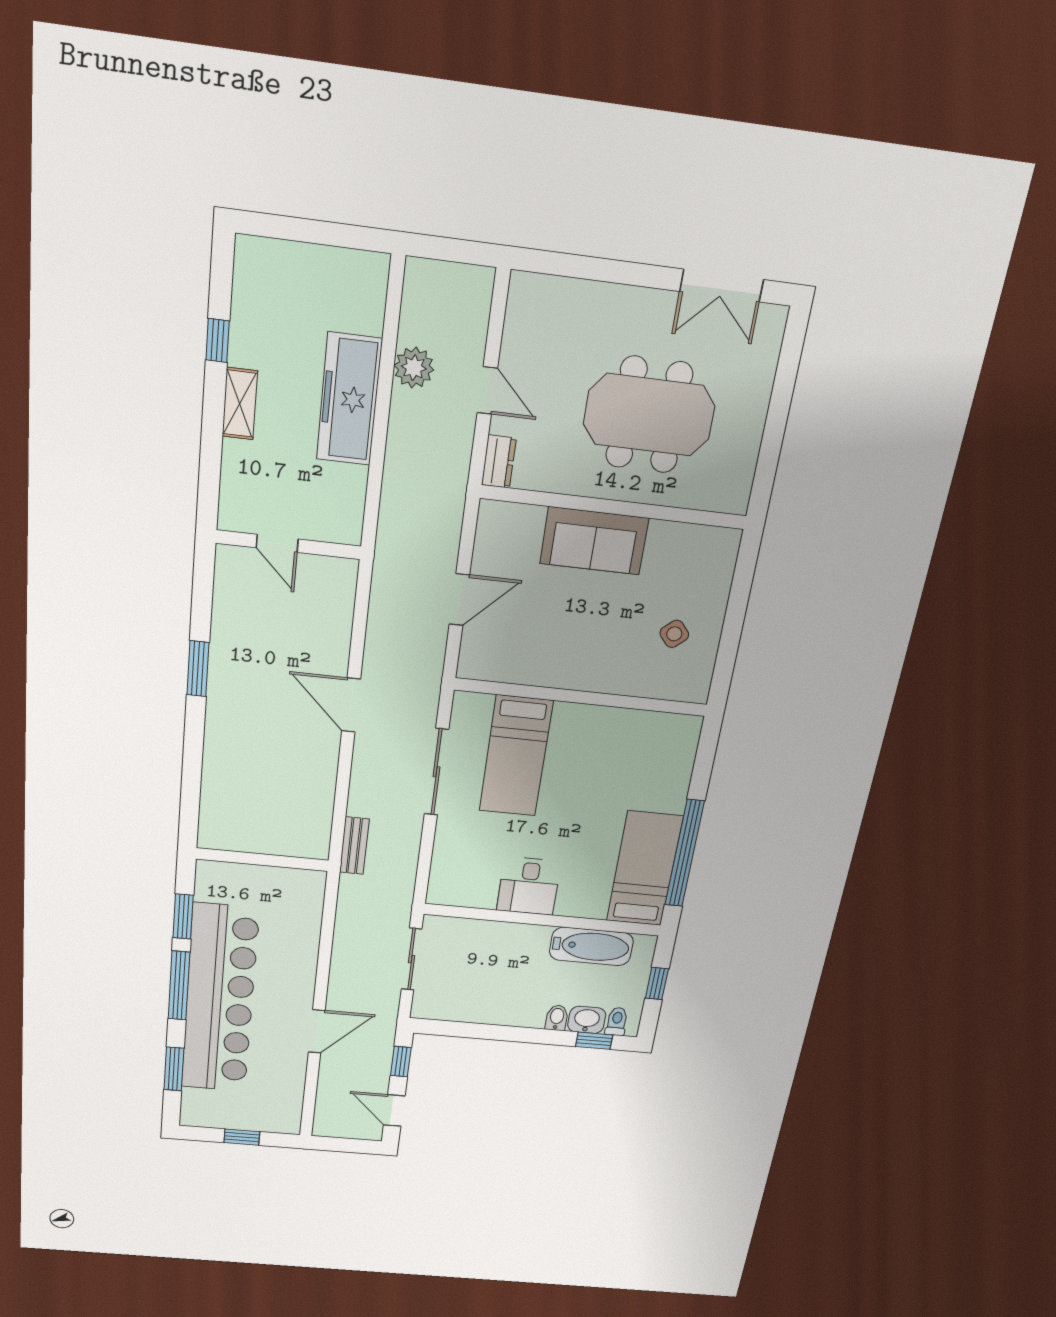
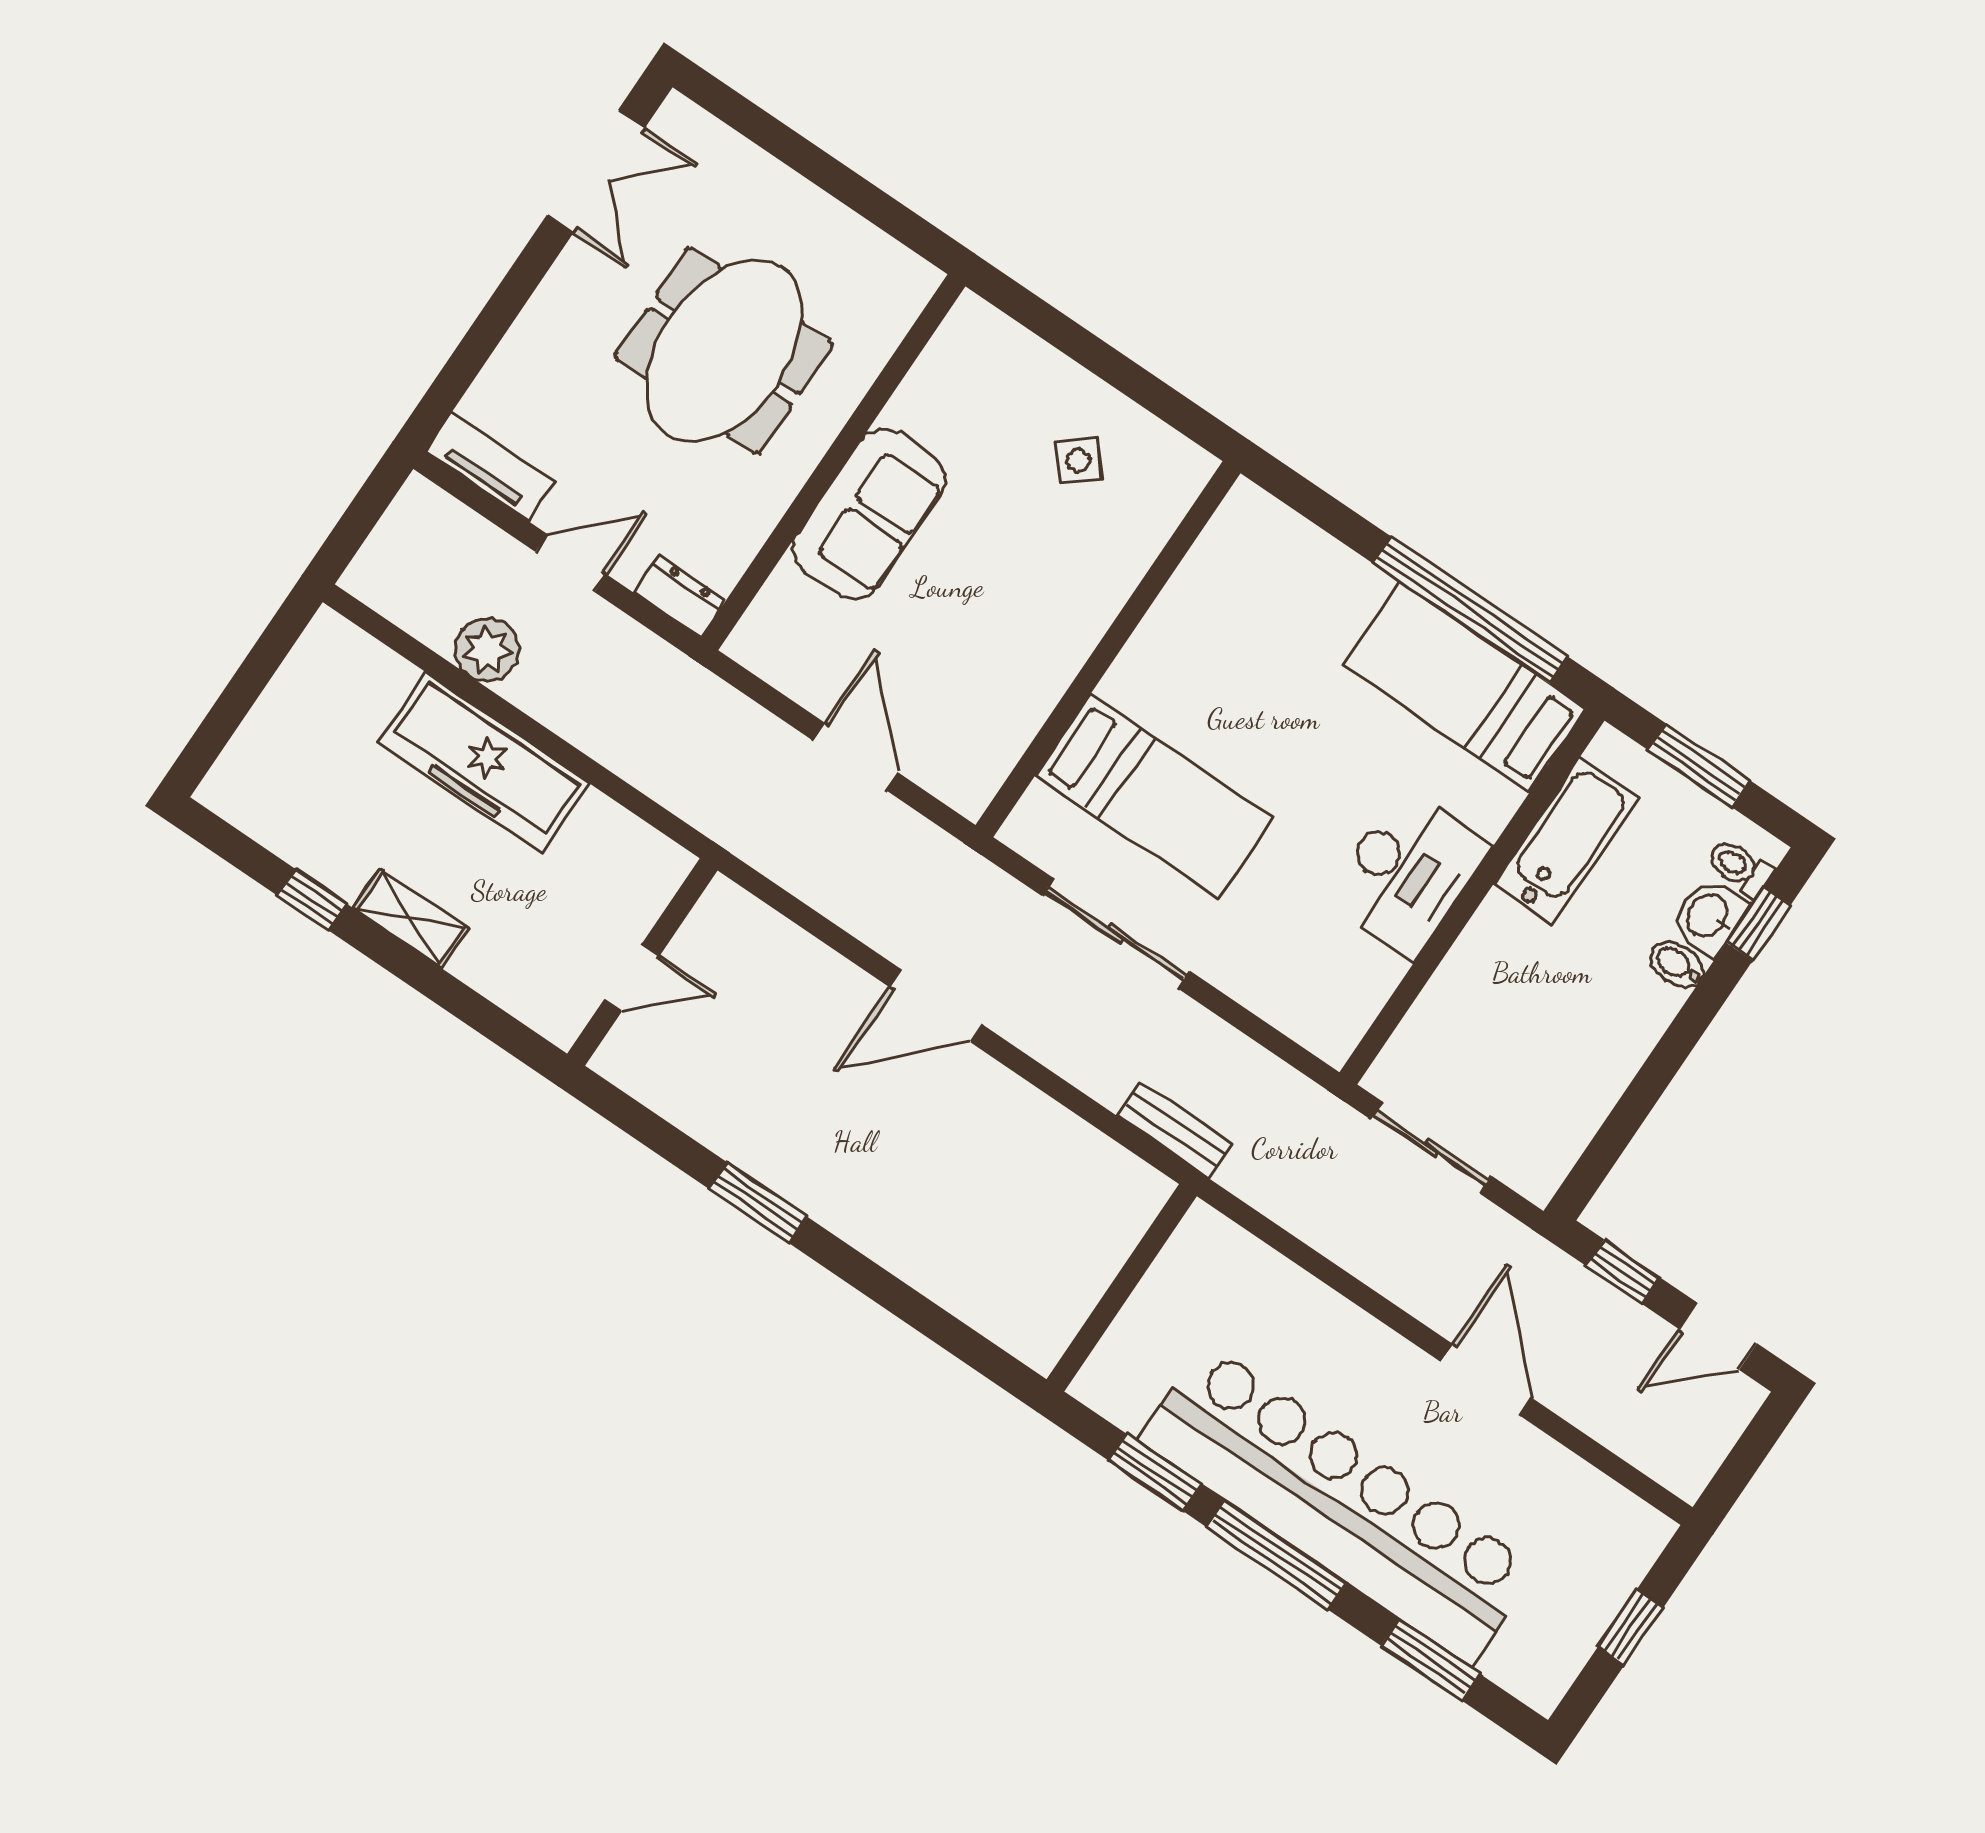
tv unit: (520, 313) -> (490, 466), added
desk: (529, 886) -> (1407, 873), width x1.37
window: (657, 984) -> (1699, 765), width x1.50

